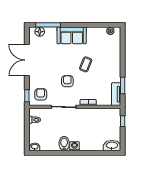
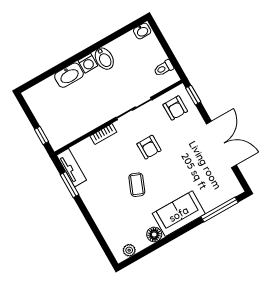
floor lamp: (40, 32) -> (154, 234), moved
washbasin: (112, 146) -> (69, 75), moved

